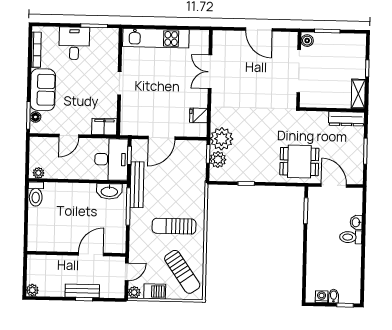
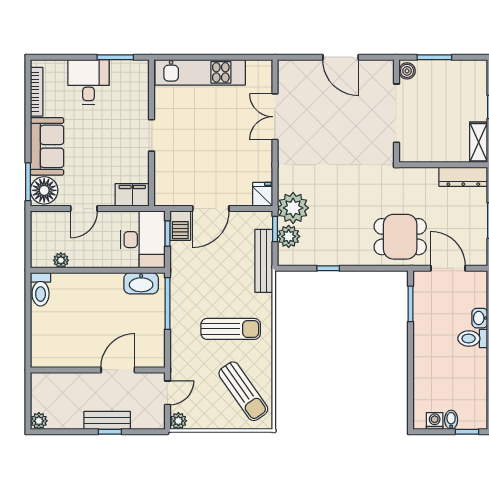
fridge: (199, 115) -> (263, 194), moved, turned 90
floor lamp: (35, 117) -> (44, 190), width x1.89, depth x1.89
plant: (38, 173) -> (61, 260), moved
bench: (137, 185) -> (264, 261), moved
sun lounger: (174, 226) -> (231, 329), turned 180
barbecue: (155, 291) -> (180, 226), moved, turned 90

